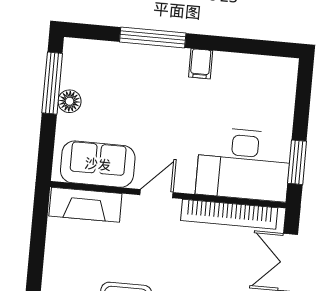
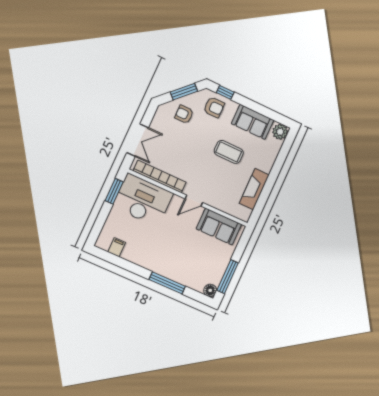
filing cabinet: (201, 64) -> (117, 247), moved
floor lamp: (70, 101) -> (210, 290), moved
fireplace: (85, 205) -> (254, 189), moved, turned -90

